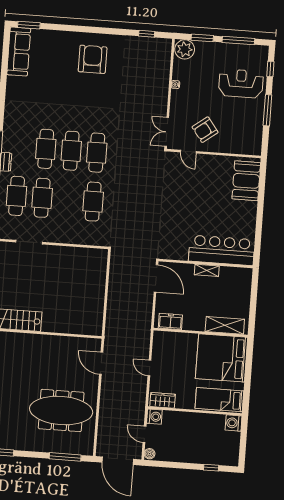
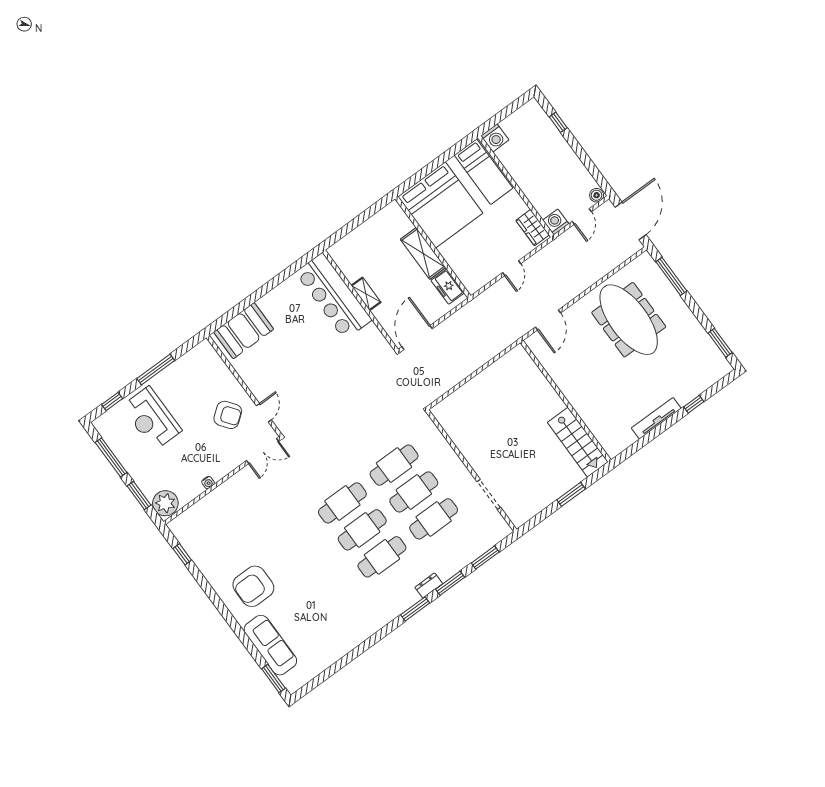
sofa: (19, 51) -> (270, 645), moved, turned 90
cafe table: (17, 196) -> (414, 492), moved
shelving: (225, 325) -> (423, 253), moved

